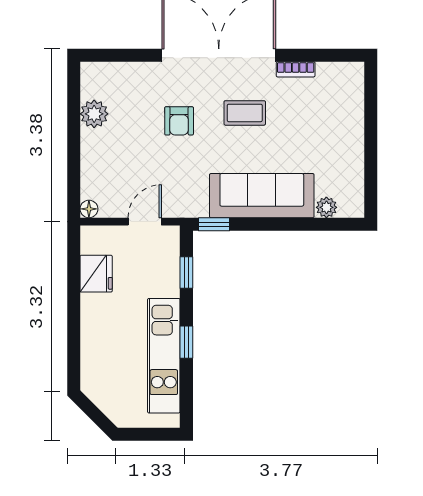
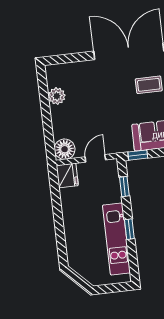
armchair: (179, 121) -> (109, 94), removed
floor lamp: (89, 209) -> (65, 149), width x1.89, depth x1.89
fridge: (96, 274) -> (67, 176), moved

